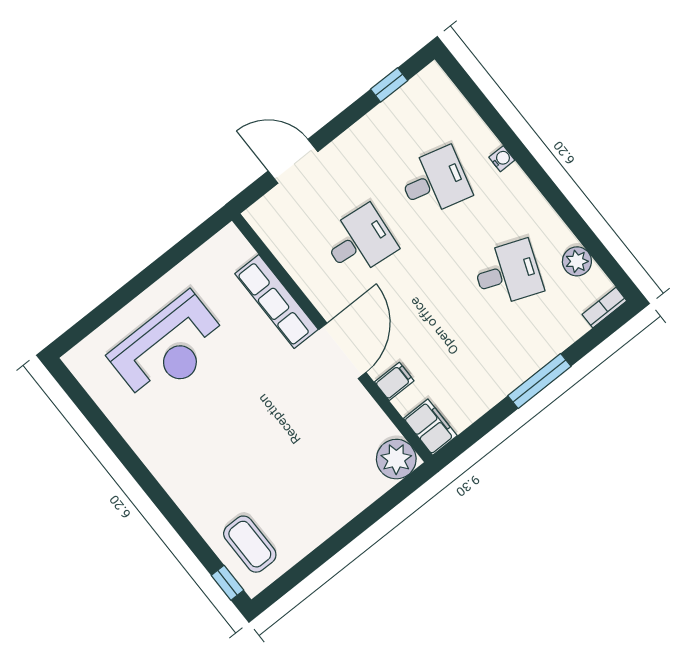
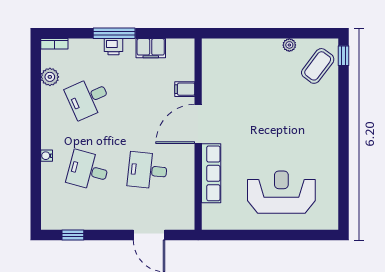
desk: (508, 273) -> (88, 98), turned -45
printer: (527, 363) -> (113, 47), added
filing cabinet: (430, 427) -> (151, 48), moved, turned -90
plant: (396, 459) -> (289, 45), moved, width x0.53, depth x0.53
coffee table: (250, 544) -> (318, 66), turned 37

